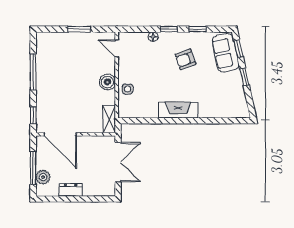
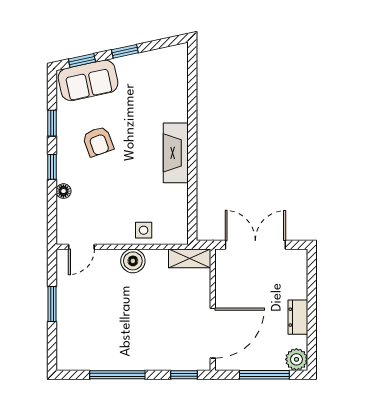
plant: (43, 177) -> (296, 359), moved

